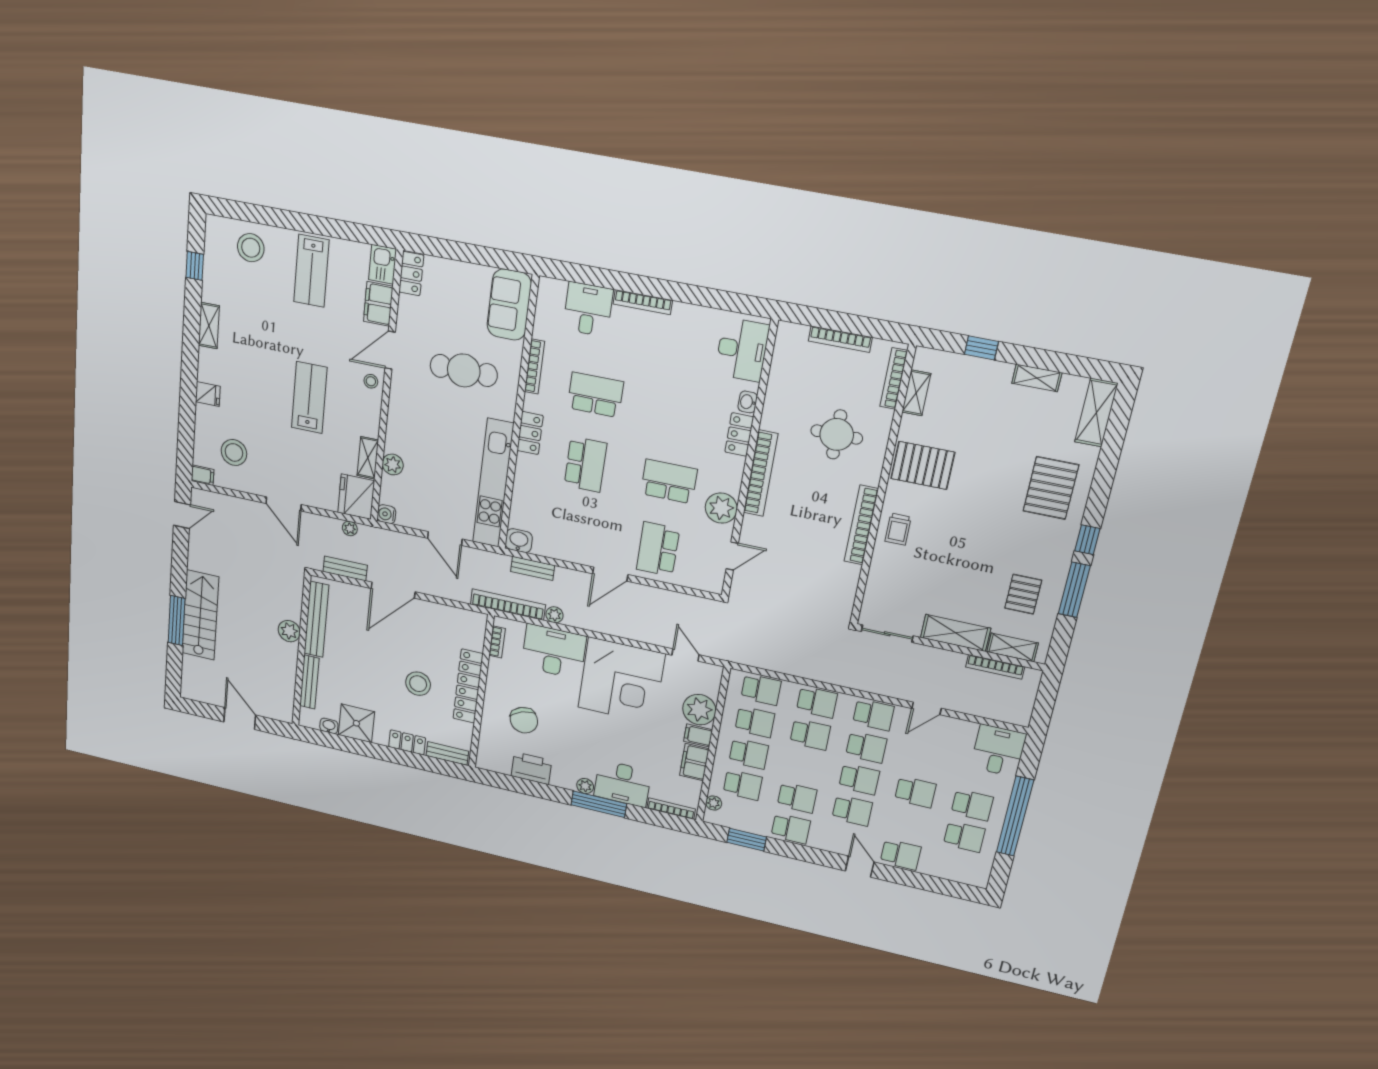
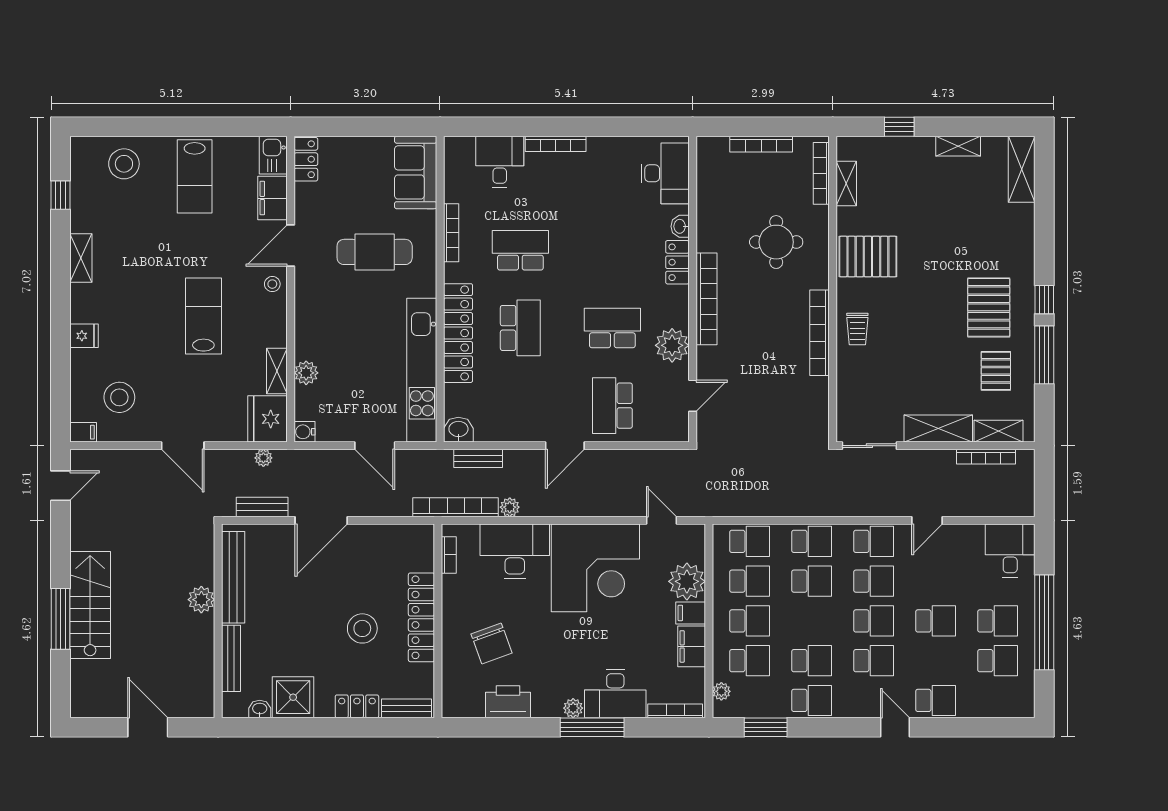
locker: (530, 433) -> (458, 333), width x2.16, depth x1.21
pallet: (1051, 488) -> (989, 307), moved

